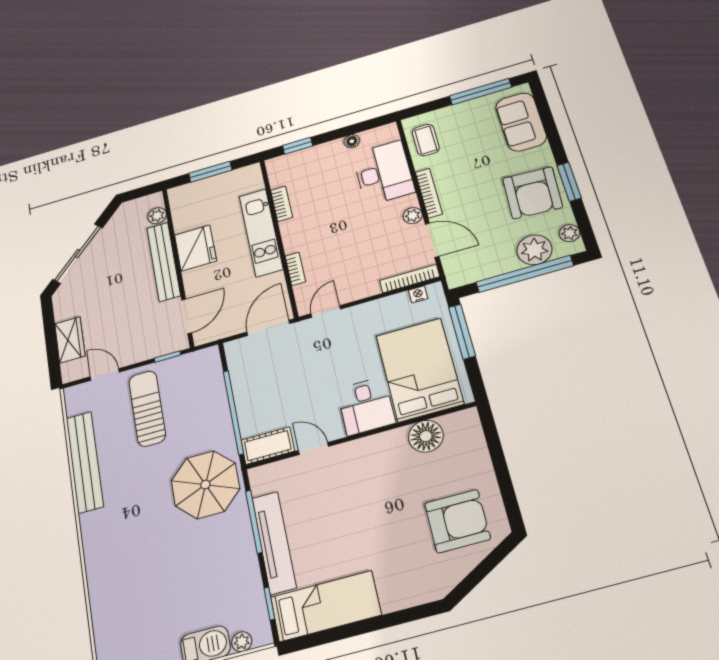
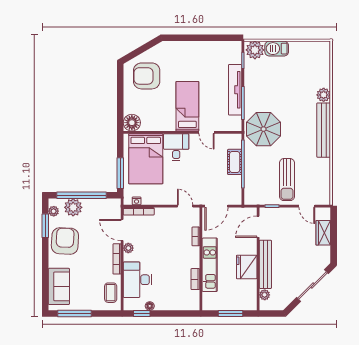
window: (298, 146) -> (142, 313), moved
window: (569, 182) -> (45, 226), moved
door: (326, 311) -> (185, 206), swing flipped
floor lamp: (426, 436) -> (132, 123), moved
cot: (268, 446) -> (235, 162), moved, turned 90
bench: (85, 462) -> (324, 130), moved
plant: (100, 579) -> (324, 95), added
bed: (326, 606) -> (187, 106), moved, turned 90
plant: (242, 642) -> (255, 50), width x1.87, depth x1.87

